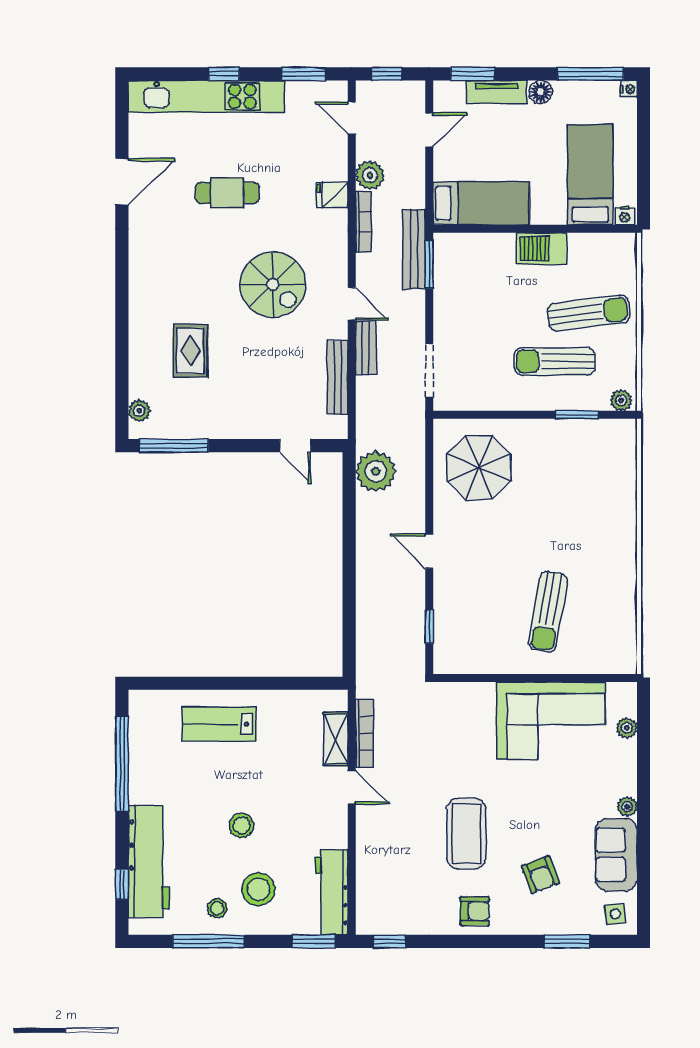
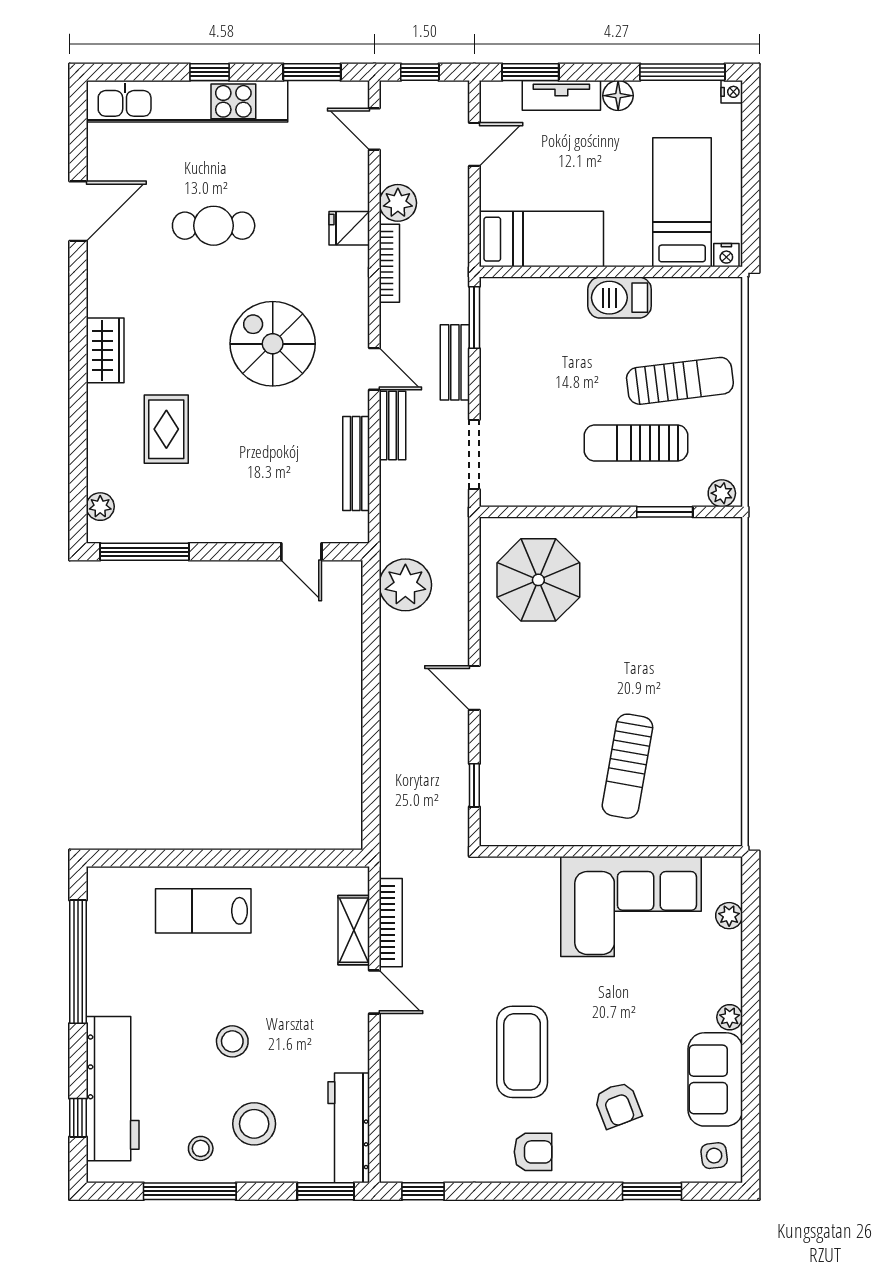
bench: (414, 249) -> (455, 362), moved, width x0.73
spiral stairs: (273, 284) -> (273, 344), turned 180
wardrobe: (143, 290) -> (105, 350), added

